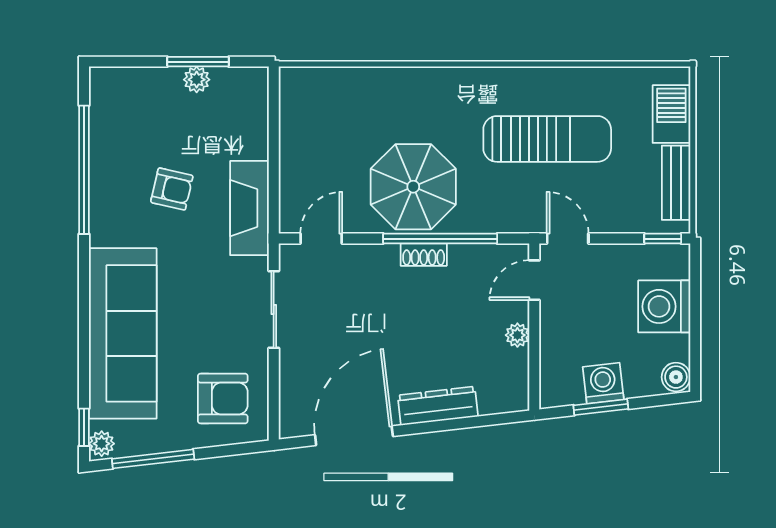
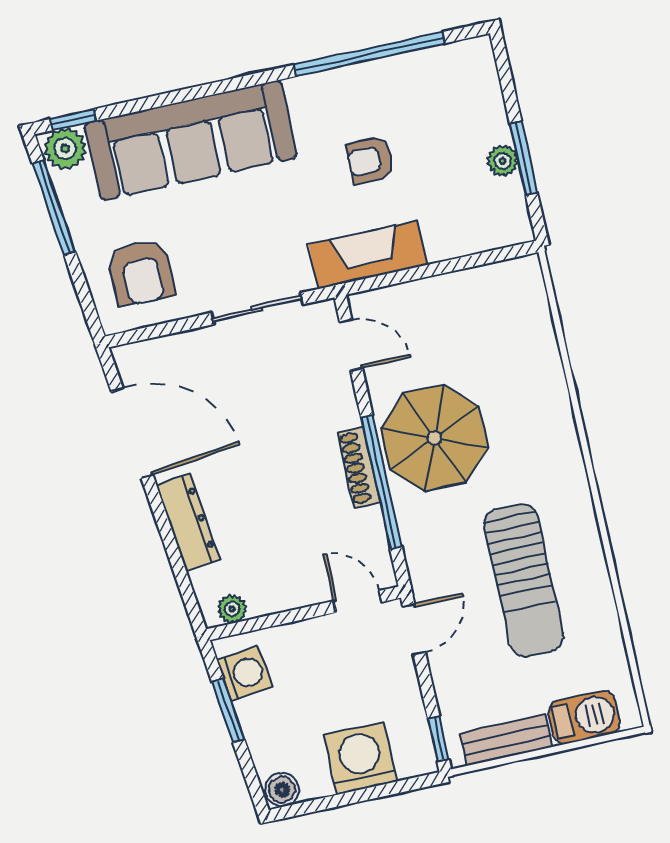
armchair: (172, 189) -> (370, 160), turned 77
shoe rack: (424, 255) -> (359, 467), width x1.43
plant: (517, 335) -> (232, 609), moved
washing machine: (603, 383) -> (245, 674), moved
plant: (102, 444) -> (65, 149), width x1.38, depth x1.38

